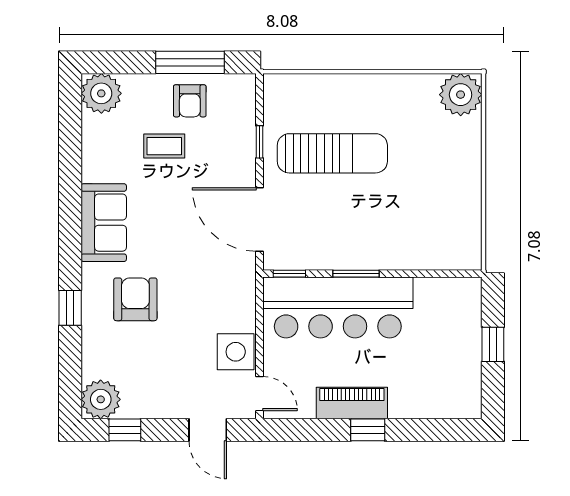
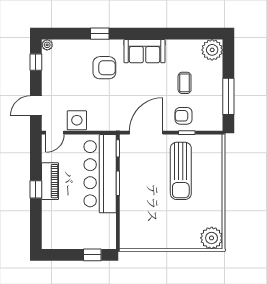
armchair: (190, 101) -> (183, 116), moved
window: (493, 344) -> (92, 255), moved
plant: (101, 399) -> (47, 45), width x0.53, depth x0.53

